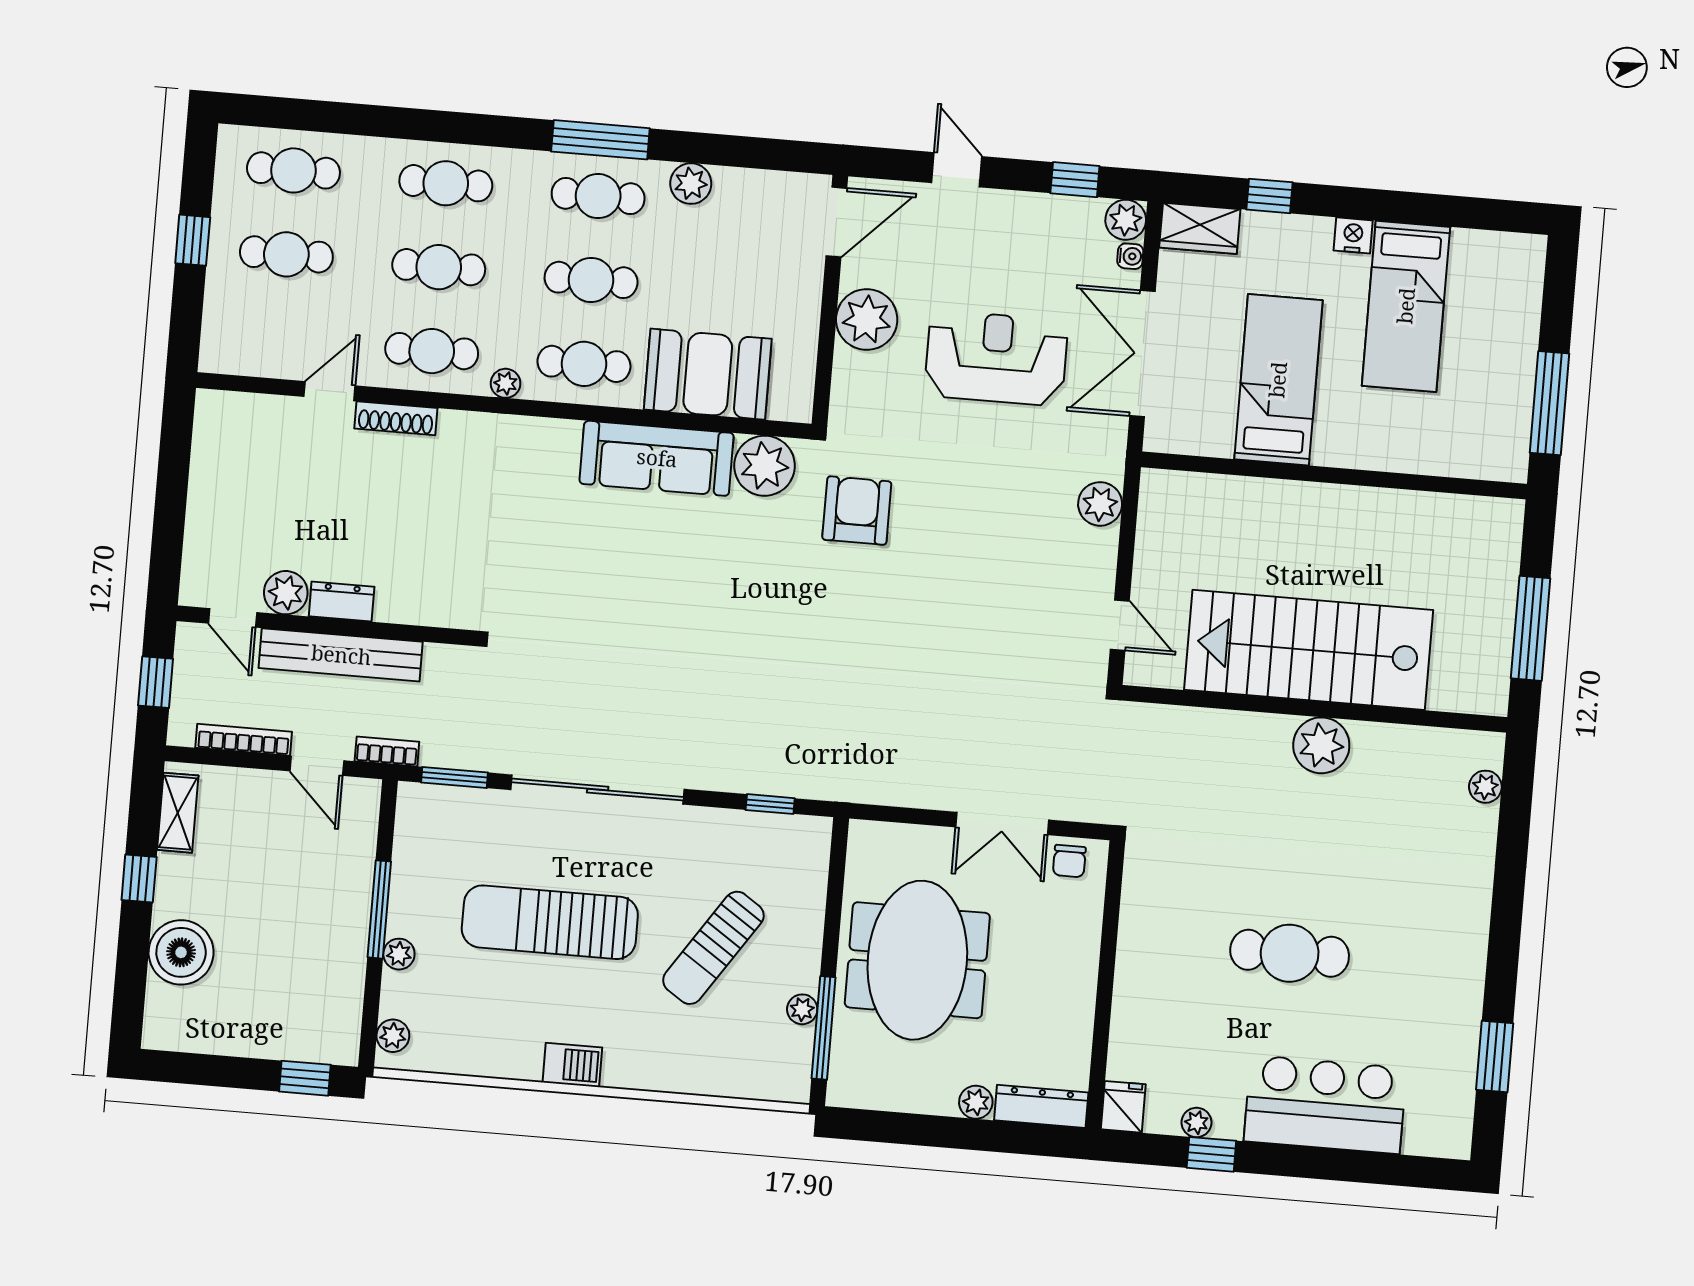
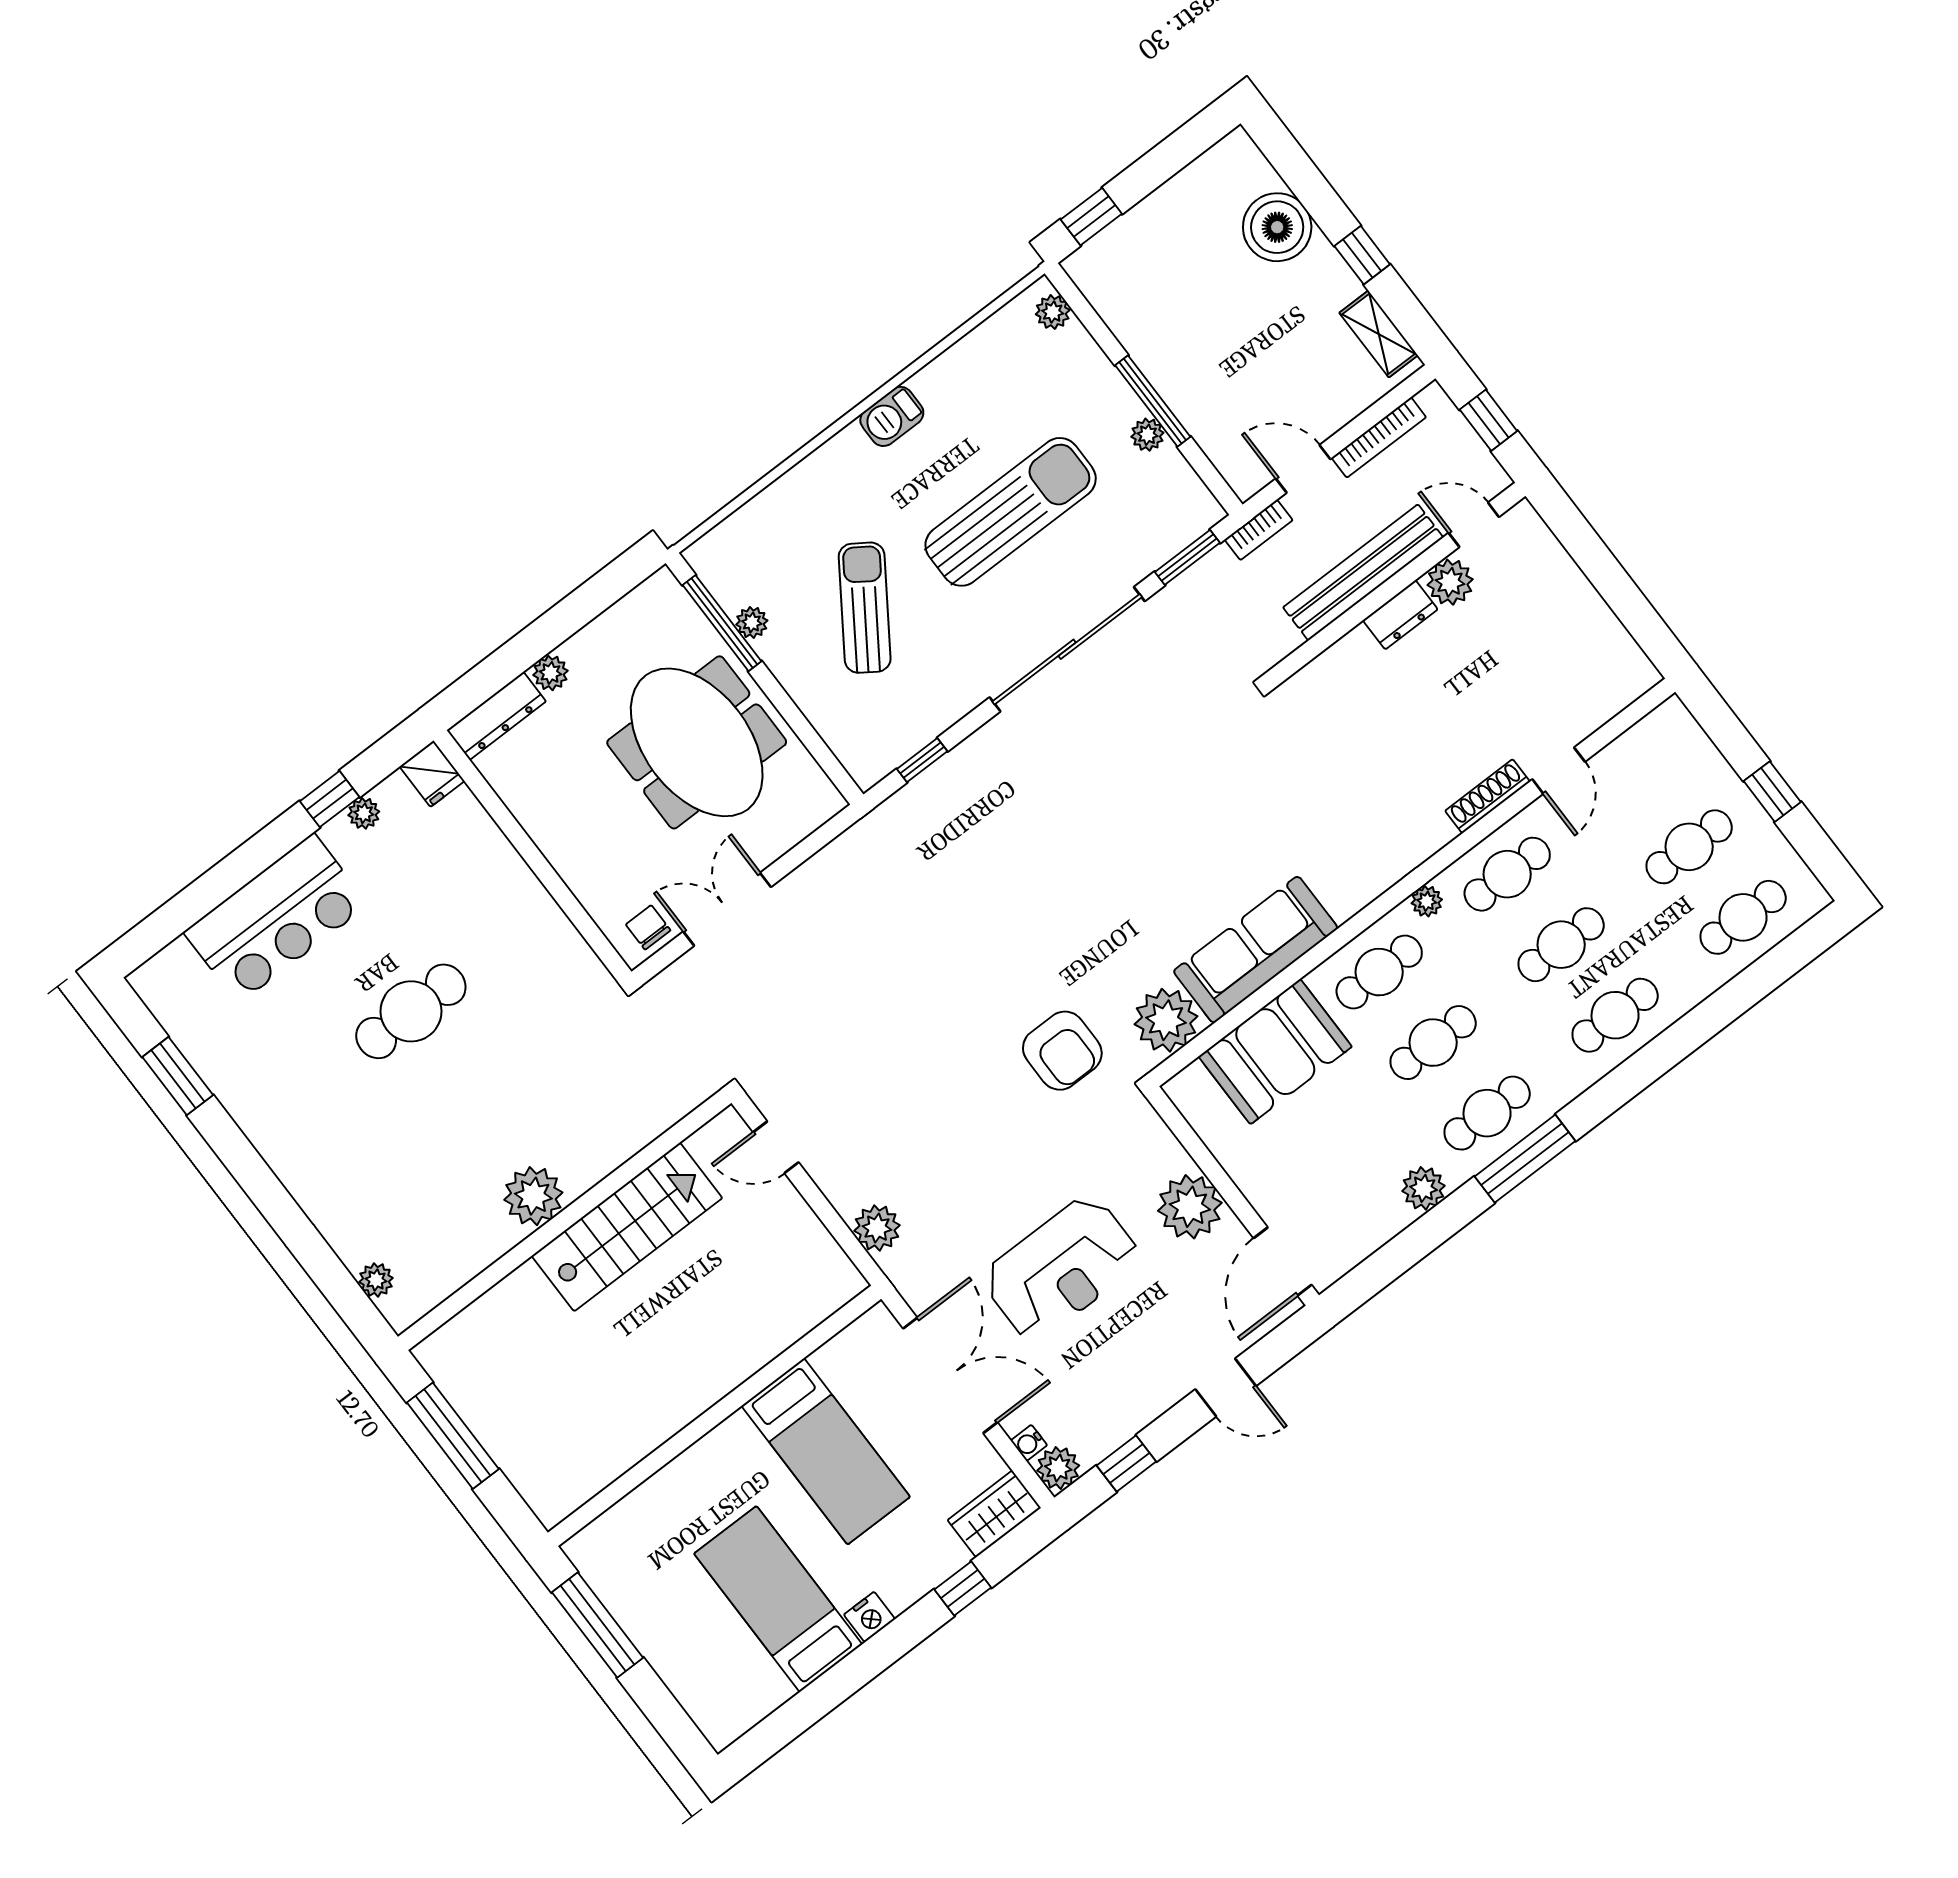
stairs: (1309, 650) -> (627, 1227), width x0.73, depth x0.66
plant: (399, 954) -> (1147, 435), moved

